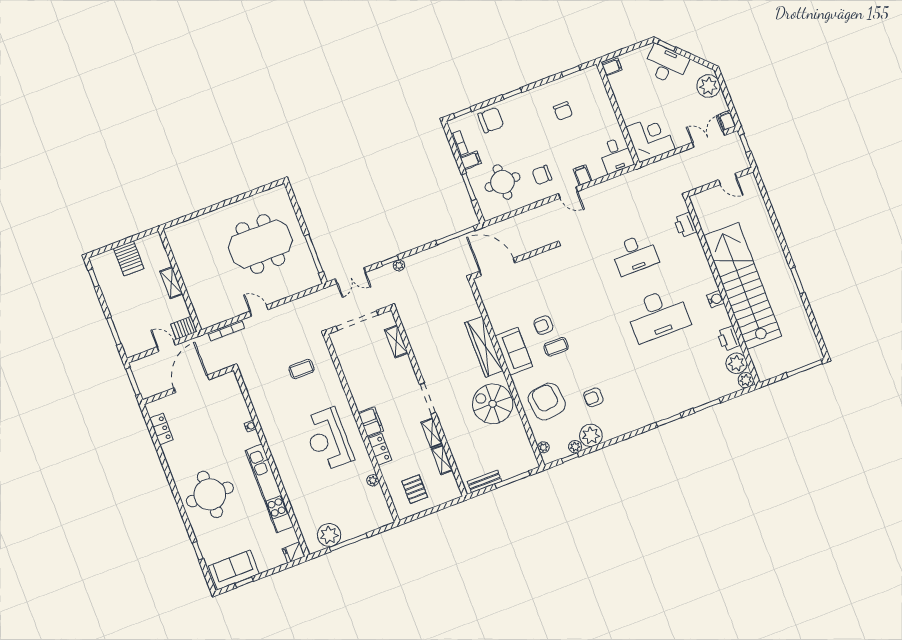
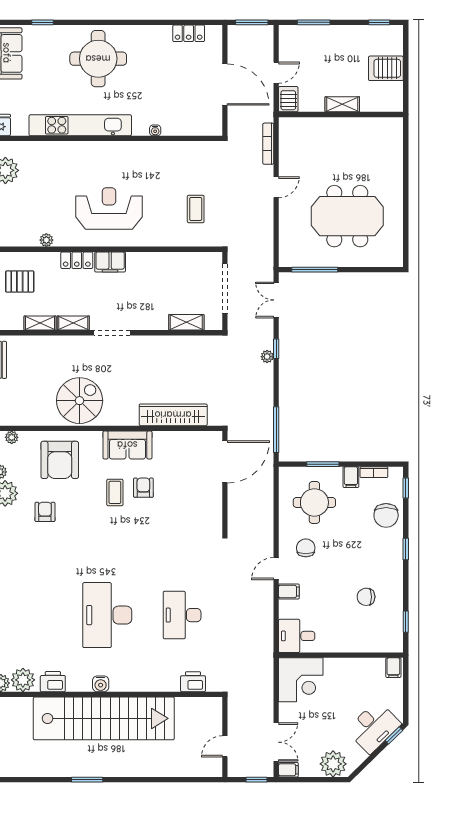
meeting table: (260, 244) -> (347, 216), turned 90
wardrobe: (484, 347) -> (173, 415), moved
armchair: (547, 402) -> (60, 460), turned 97

